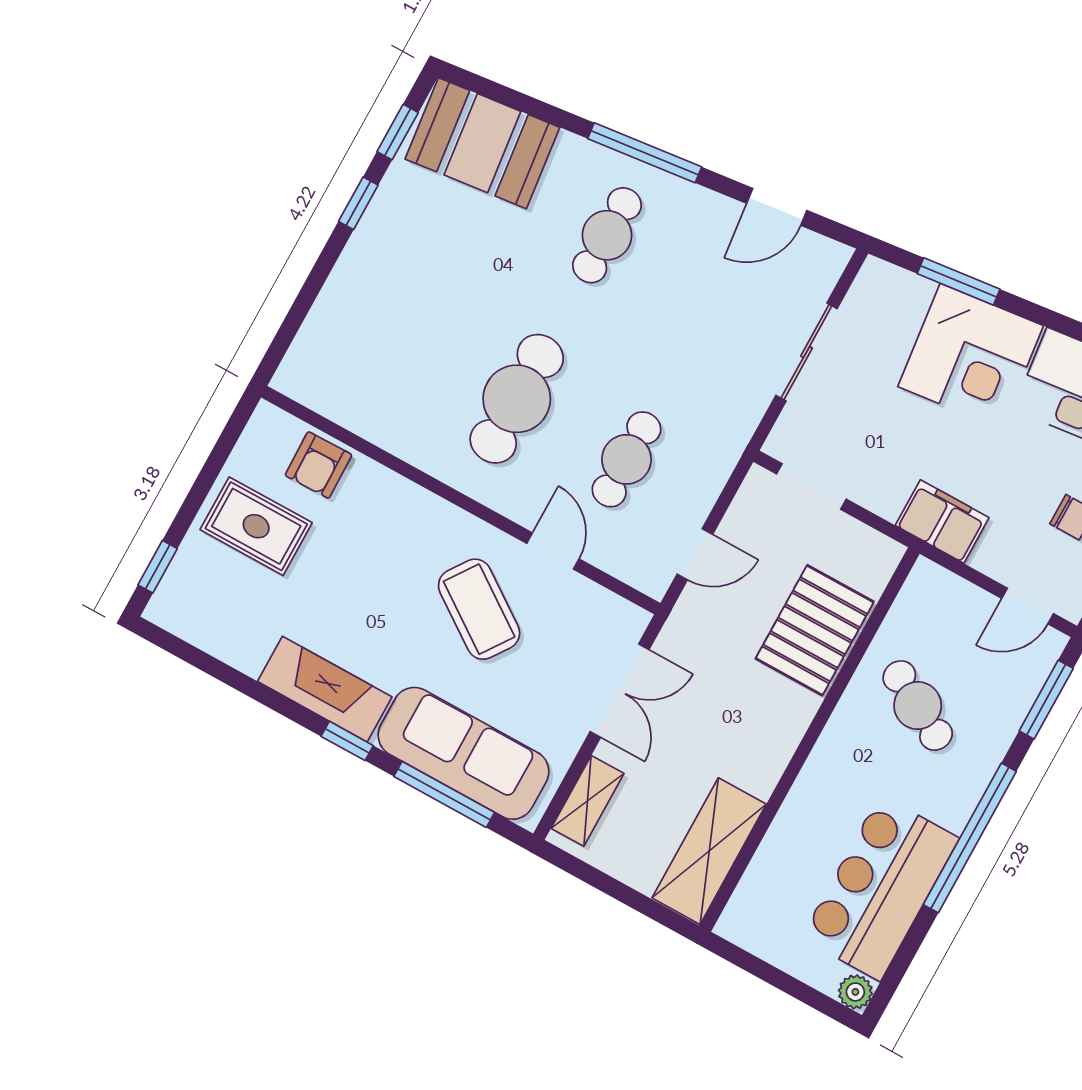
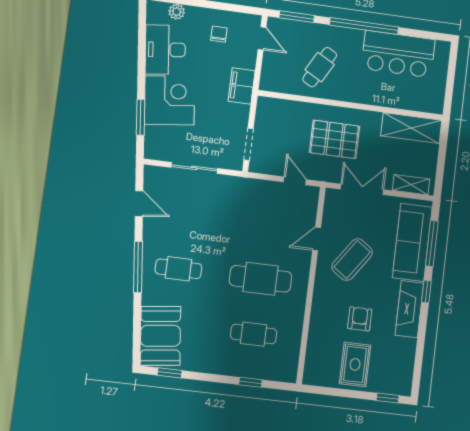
window: (358, 203) -> (250, 382), moved
cafe table: (626, 459) -> (254, 334), moved
armchair: (318, 465) -> (360, 319), moved, turned -89
pallet: (815, 630) -> (335, 139), moved
plant: (855, 992) -> (443, 48), removed

